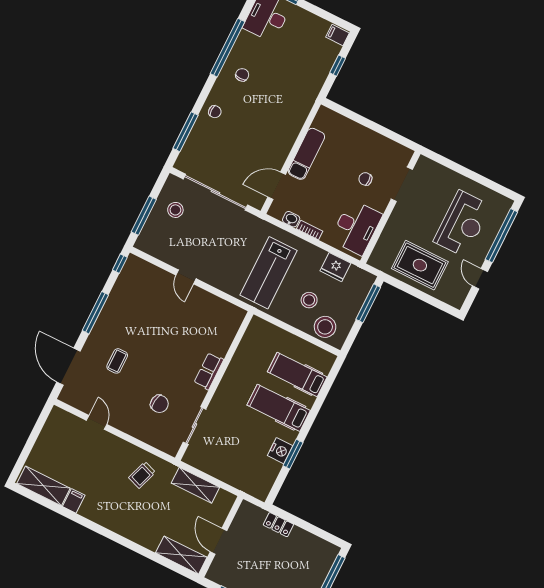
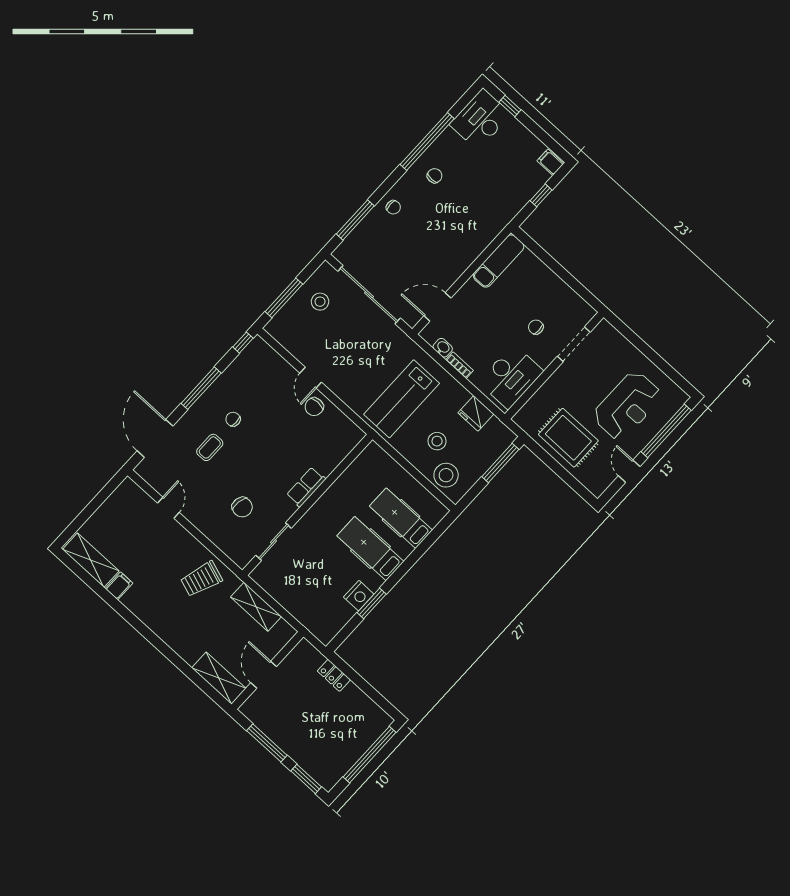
exam couch: (306, 154) -> (499, 261), moved
chair: (196, 301) -> (314, 407), added
chair: (130, 331) -> (233, 419), added
trolley: (142, 475) -> (201, 579), width x1.36, depth x1.39

